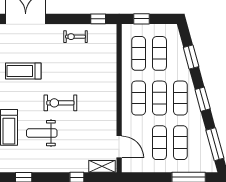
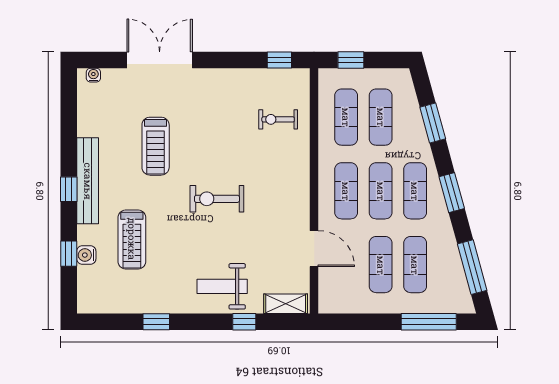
exercise bike: (75, 37) -> (278, 119), moved
treadmill: (23, 71) -> (156, 146), turned -90
weight bench: (42, 133) -> (222, 286), moved
door: (119, 147) -> (314, 249), moved

